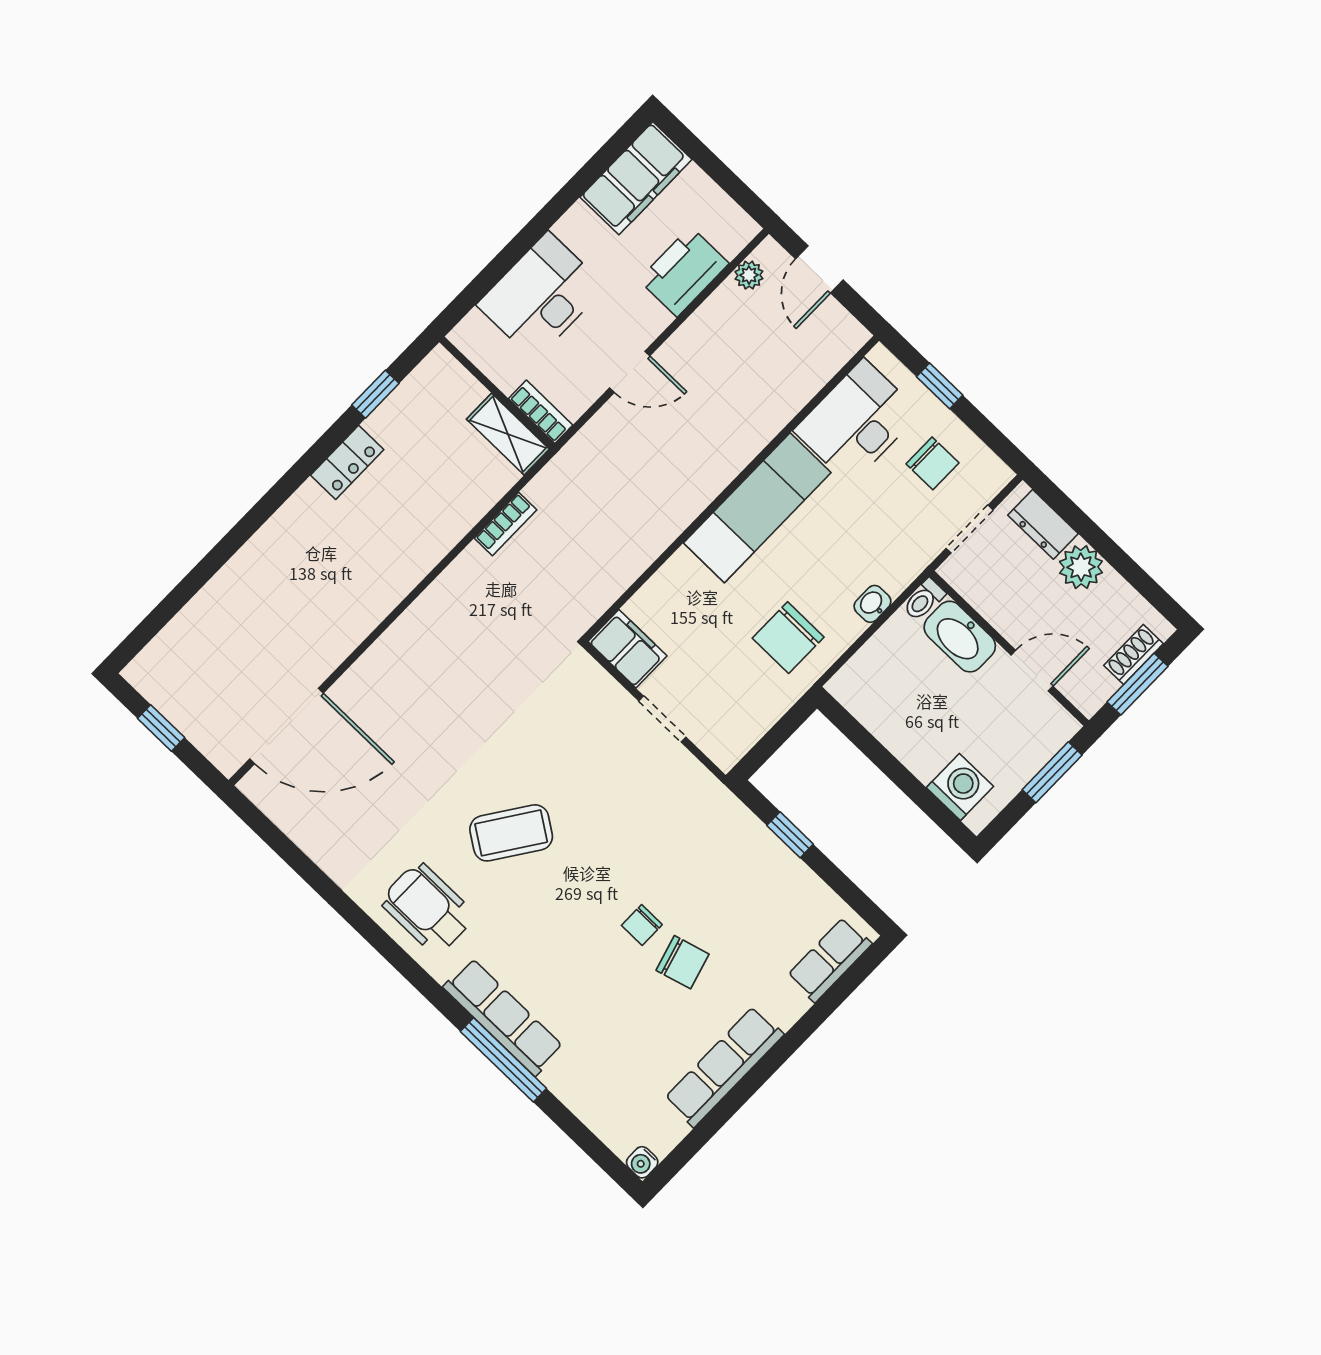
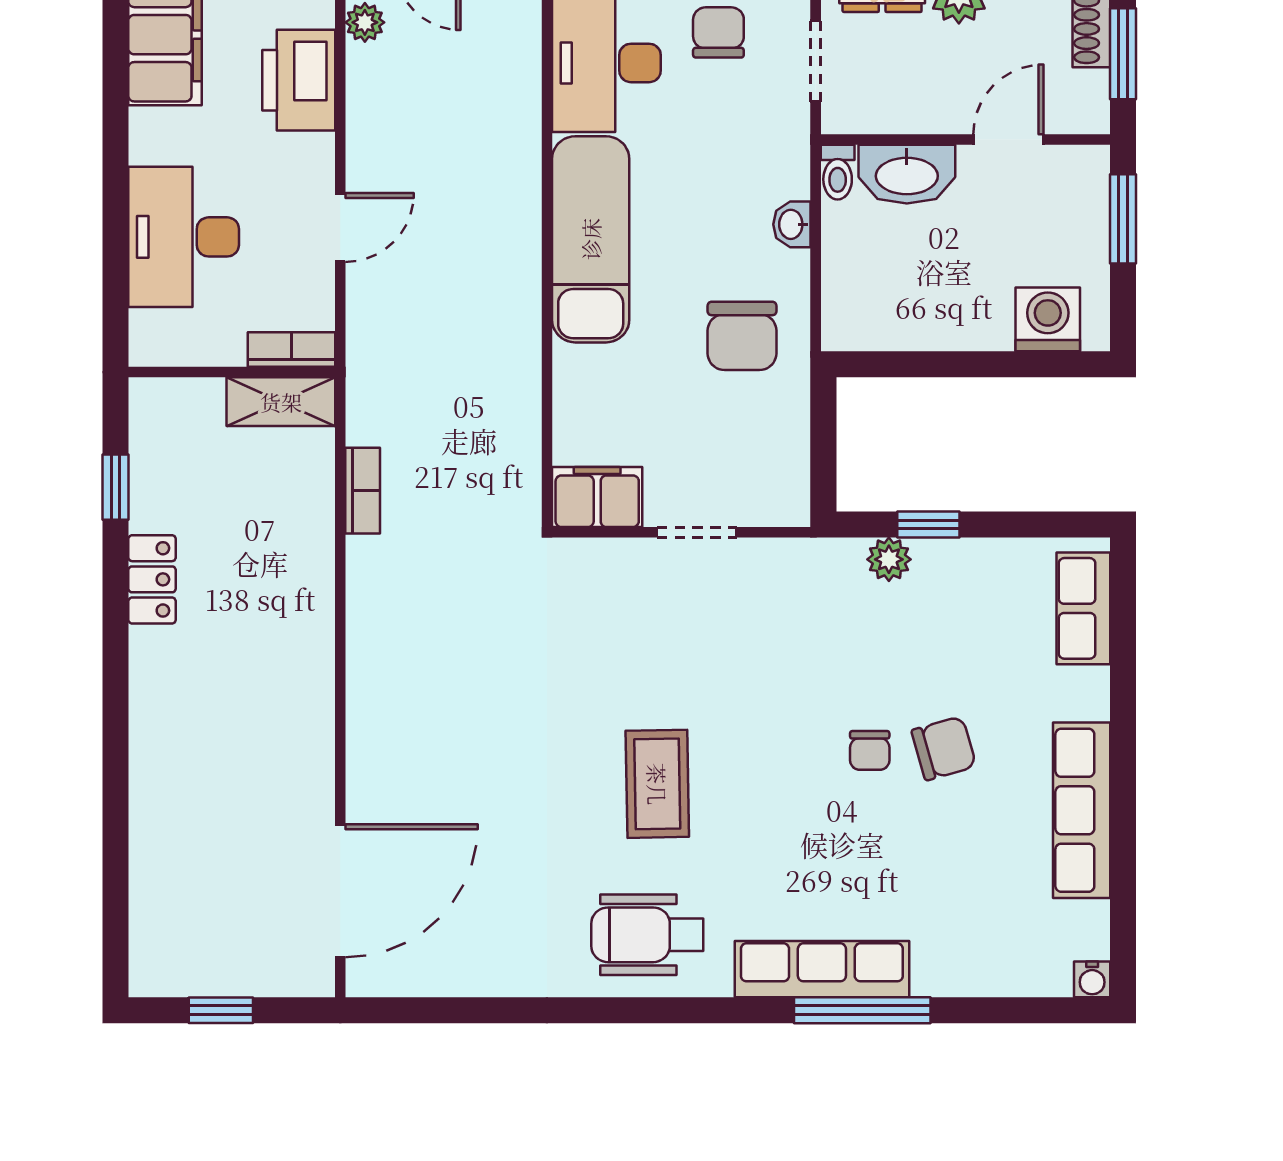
chair: (933, 463) -> (718, 32), turned -90
coffee table: (511, 833) -> (657, 784), turned -35
plant: (751, 833) -> (889, 559), added

